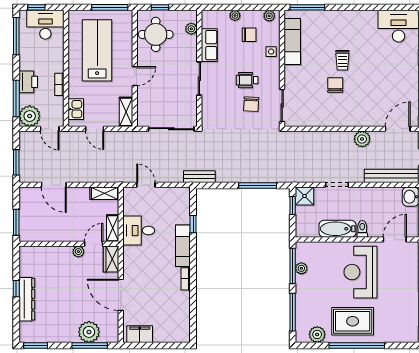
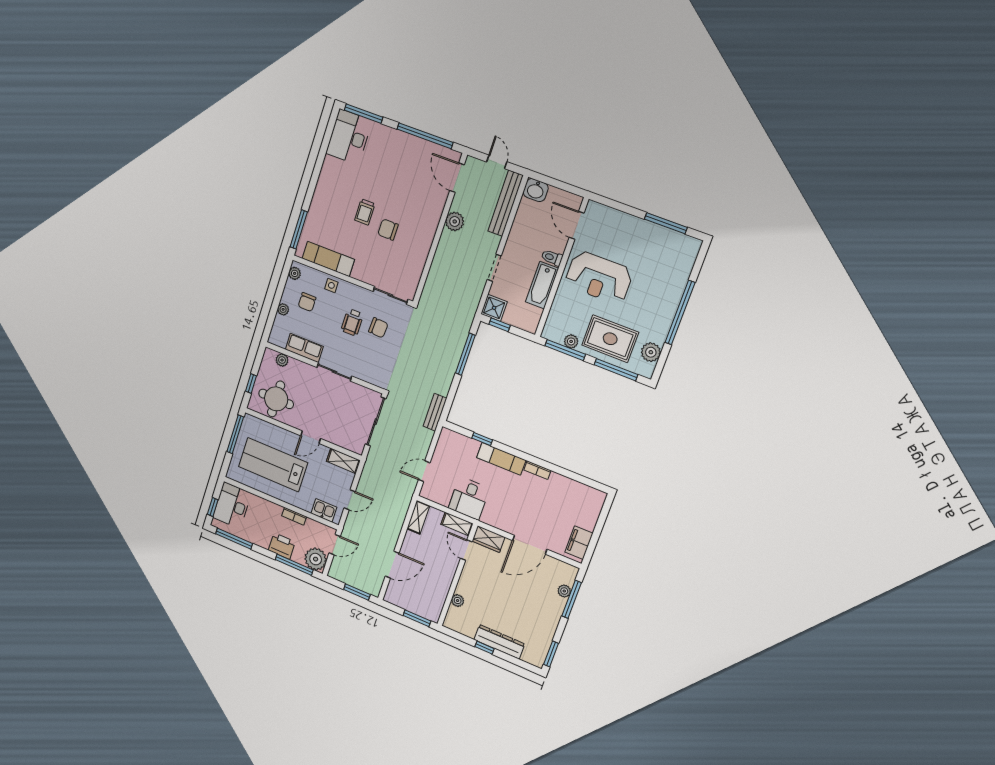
chair: (249, 35) -> (307, 302), turned 180
trolley: (342, 60) -> (365, 212), turned 90
door: (135, 76) -> (311, 437), swing flipped
plant: (78, 252) -> (458, 601), moved
rug: (353, 321) -> (610, 339), moved, turned 90
plant: (89, 332) -> (564, 591), width x0.53, depth x0.53

